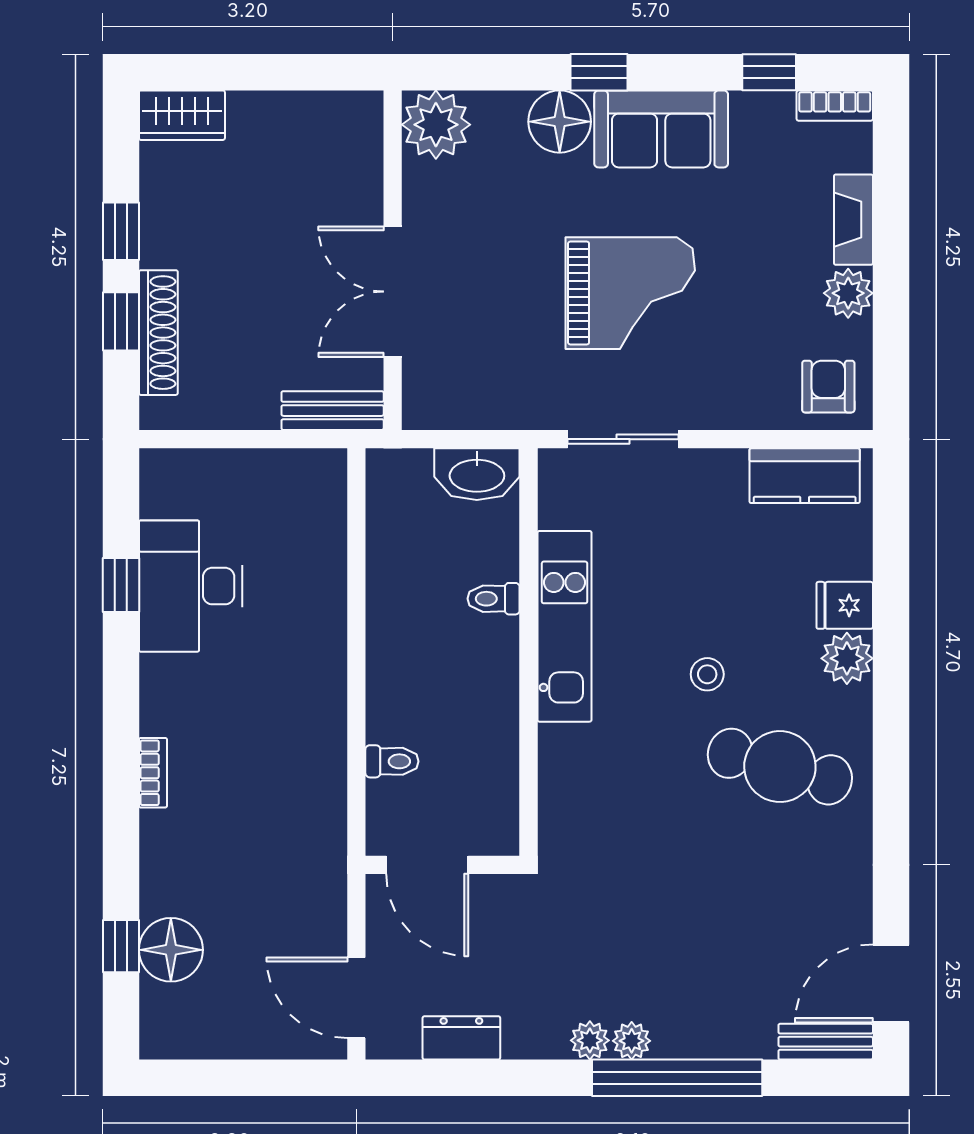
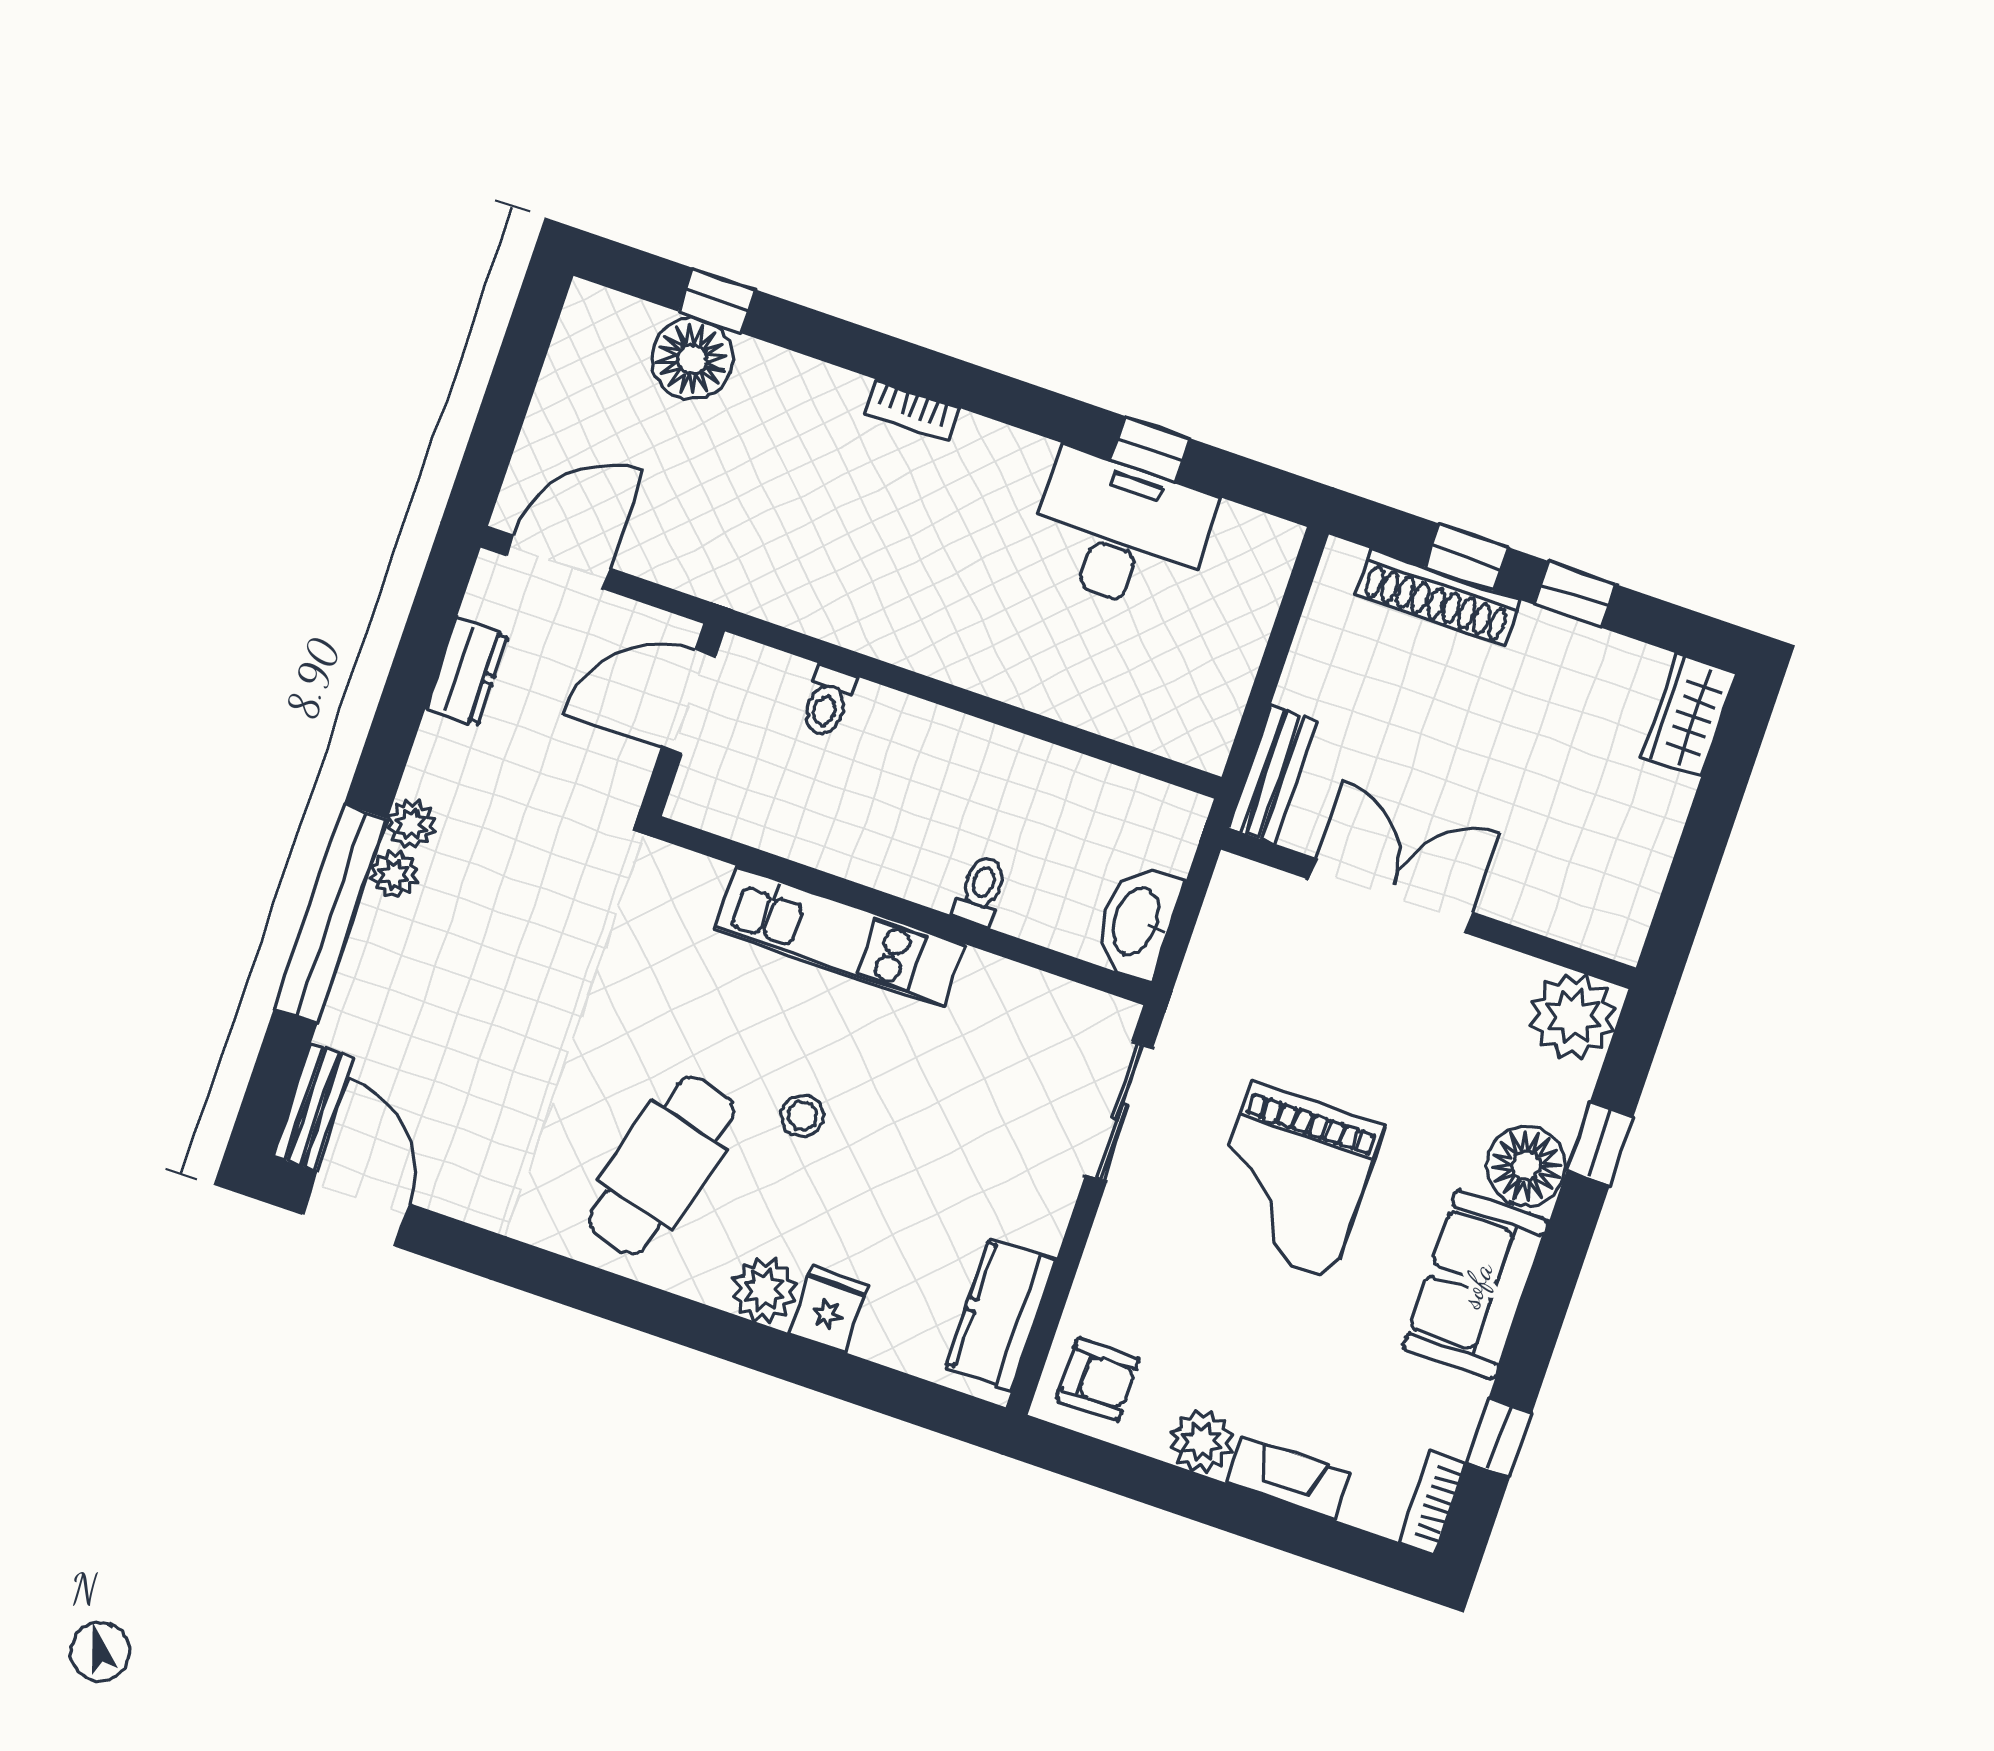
window: (599, 72) -> (1600, 1144), moved
kitchen unit: (565, 626) -> (840, 937), moved

